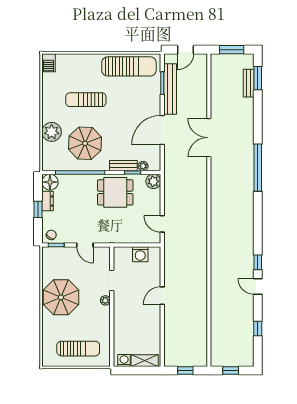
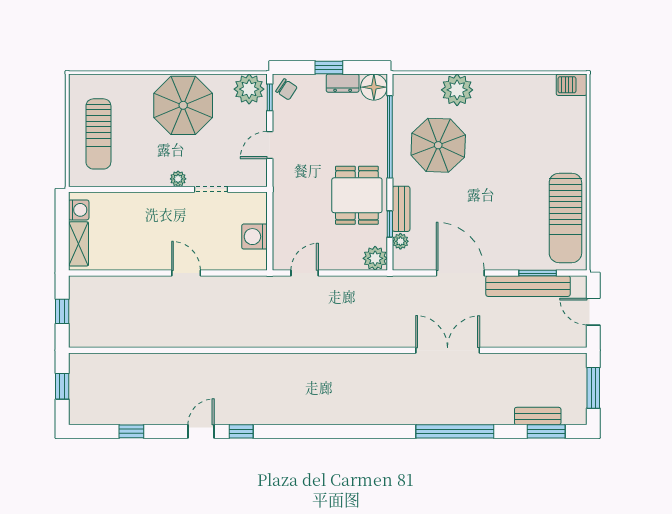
sun lounger: (86, 100) -> (510, 147), removed
window: (258, 168) -> (455, 431), moved
plant: (51, 258) -> (249, 89), added

